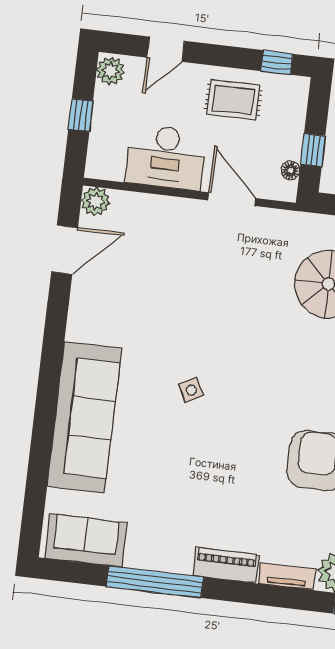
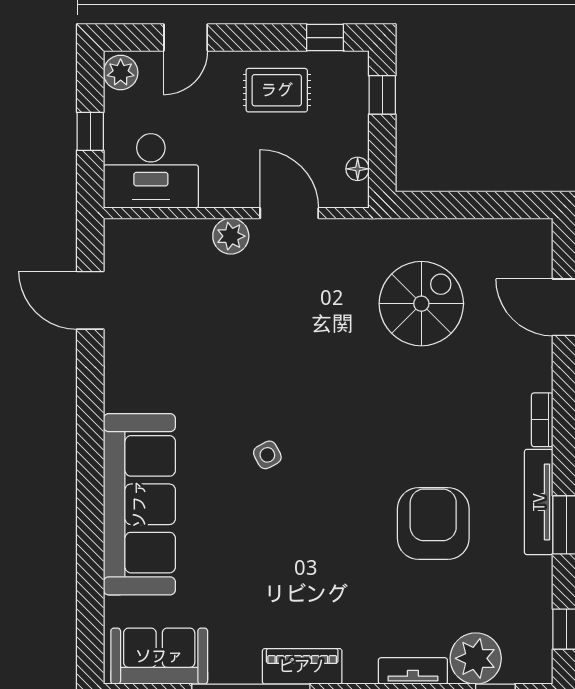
window: (313, 150) -> (382, 95), moved
desk: (166, 157) -> (151, 171), moved
plant: (95, 202) -> (231, 236), moved
door: (65, 250) -> (90, 300), swing flipped
piano: (226, 565) -> (302, 666), moved

